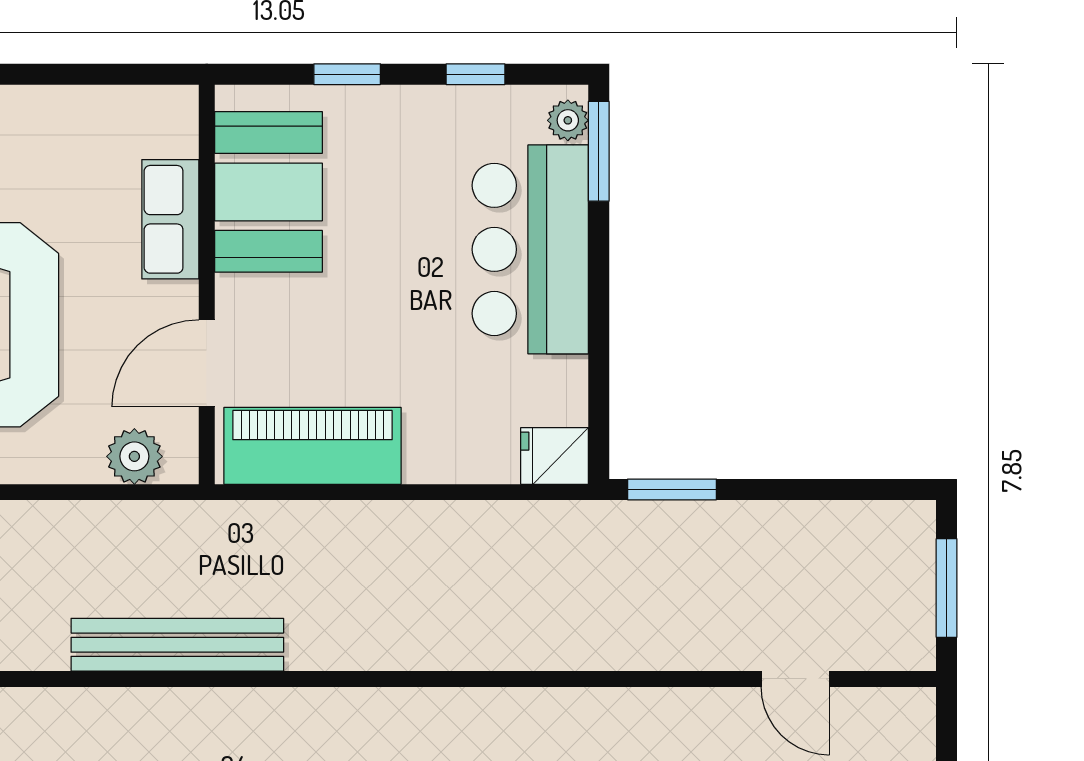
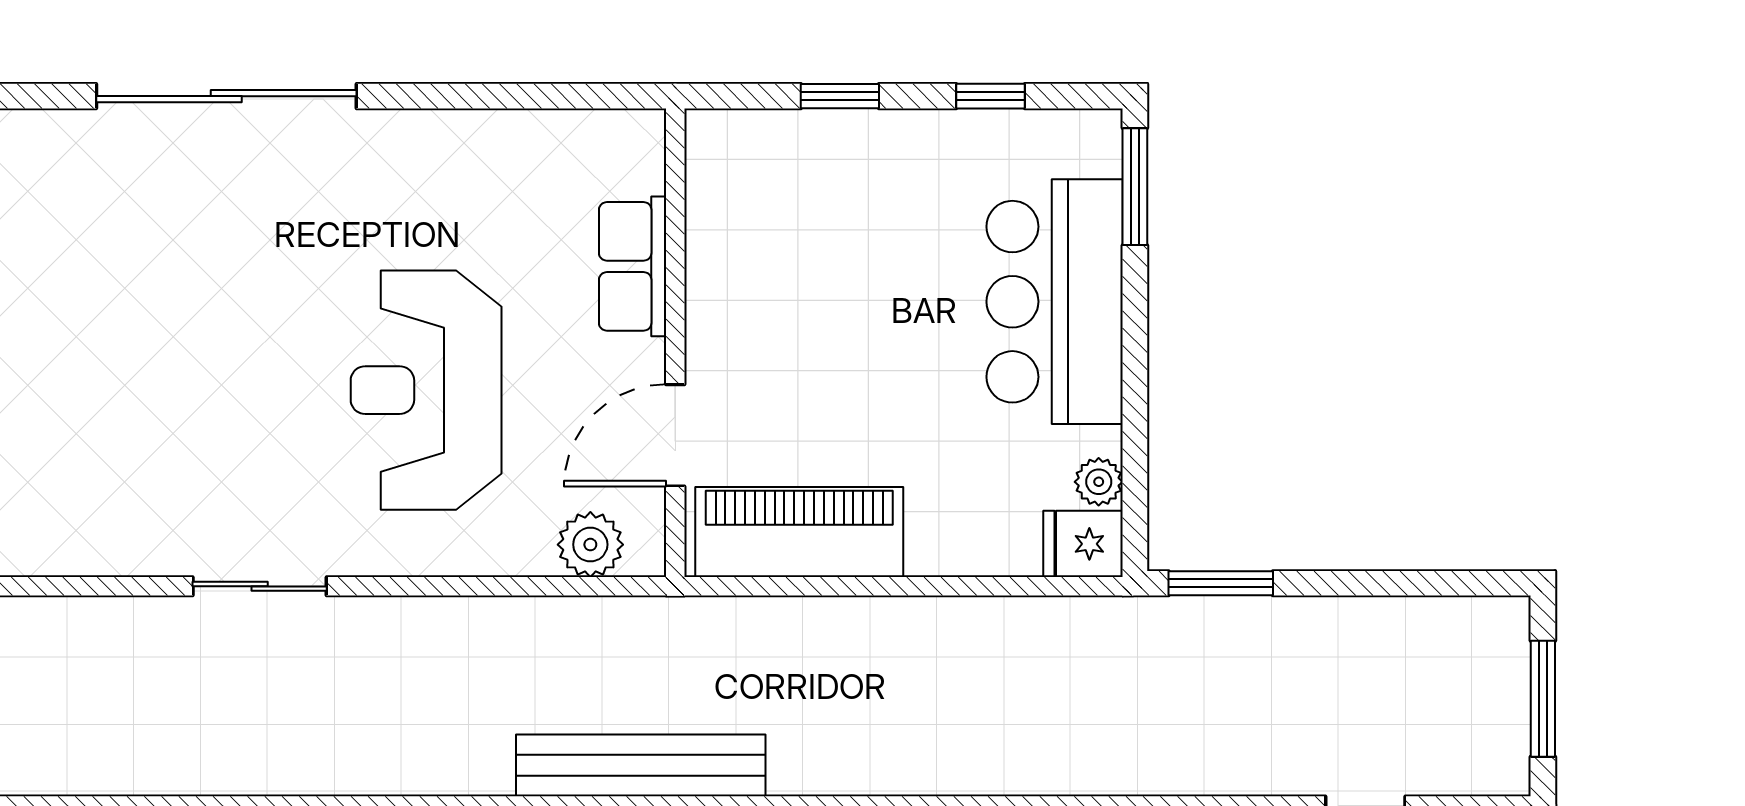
plant: (568, 120) -> (1099, 482), moved
booth: (268, 192) -> (748, 234), removed

